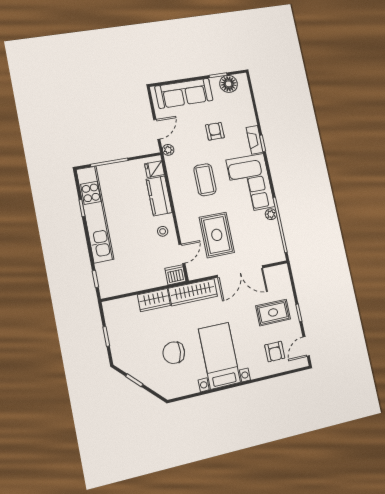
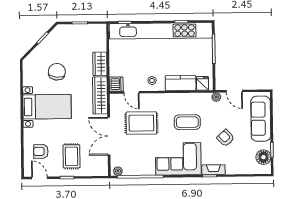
armchair: (215, 131) -> (226, 138), turned -133
kitchen unit: (95, 214) -> (161, 31), width x1.36
plant: (271, 214) -> (118, 171), moved

